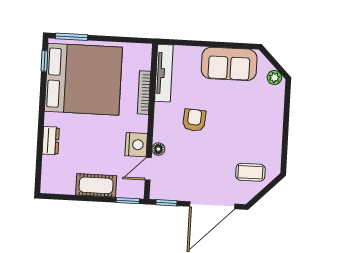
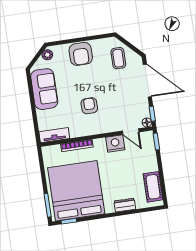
tv unit: (164, 73) -> (54, 135), width x0.71
armchair: (194, 120) -> (89, 106), turned 86
armchair: (266, 123) -> (81, 54), added
floor lamp: (158, 149) -> (147, 122), moved
cot: (96, 185) -> (153, 187), moved

